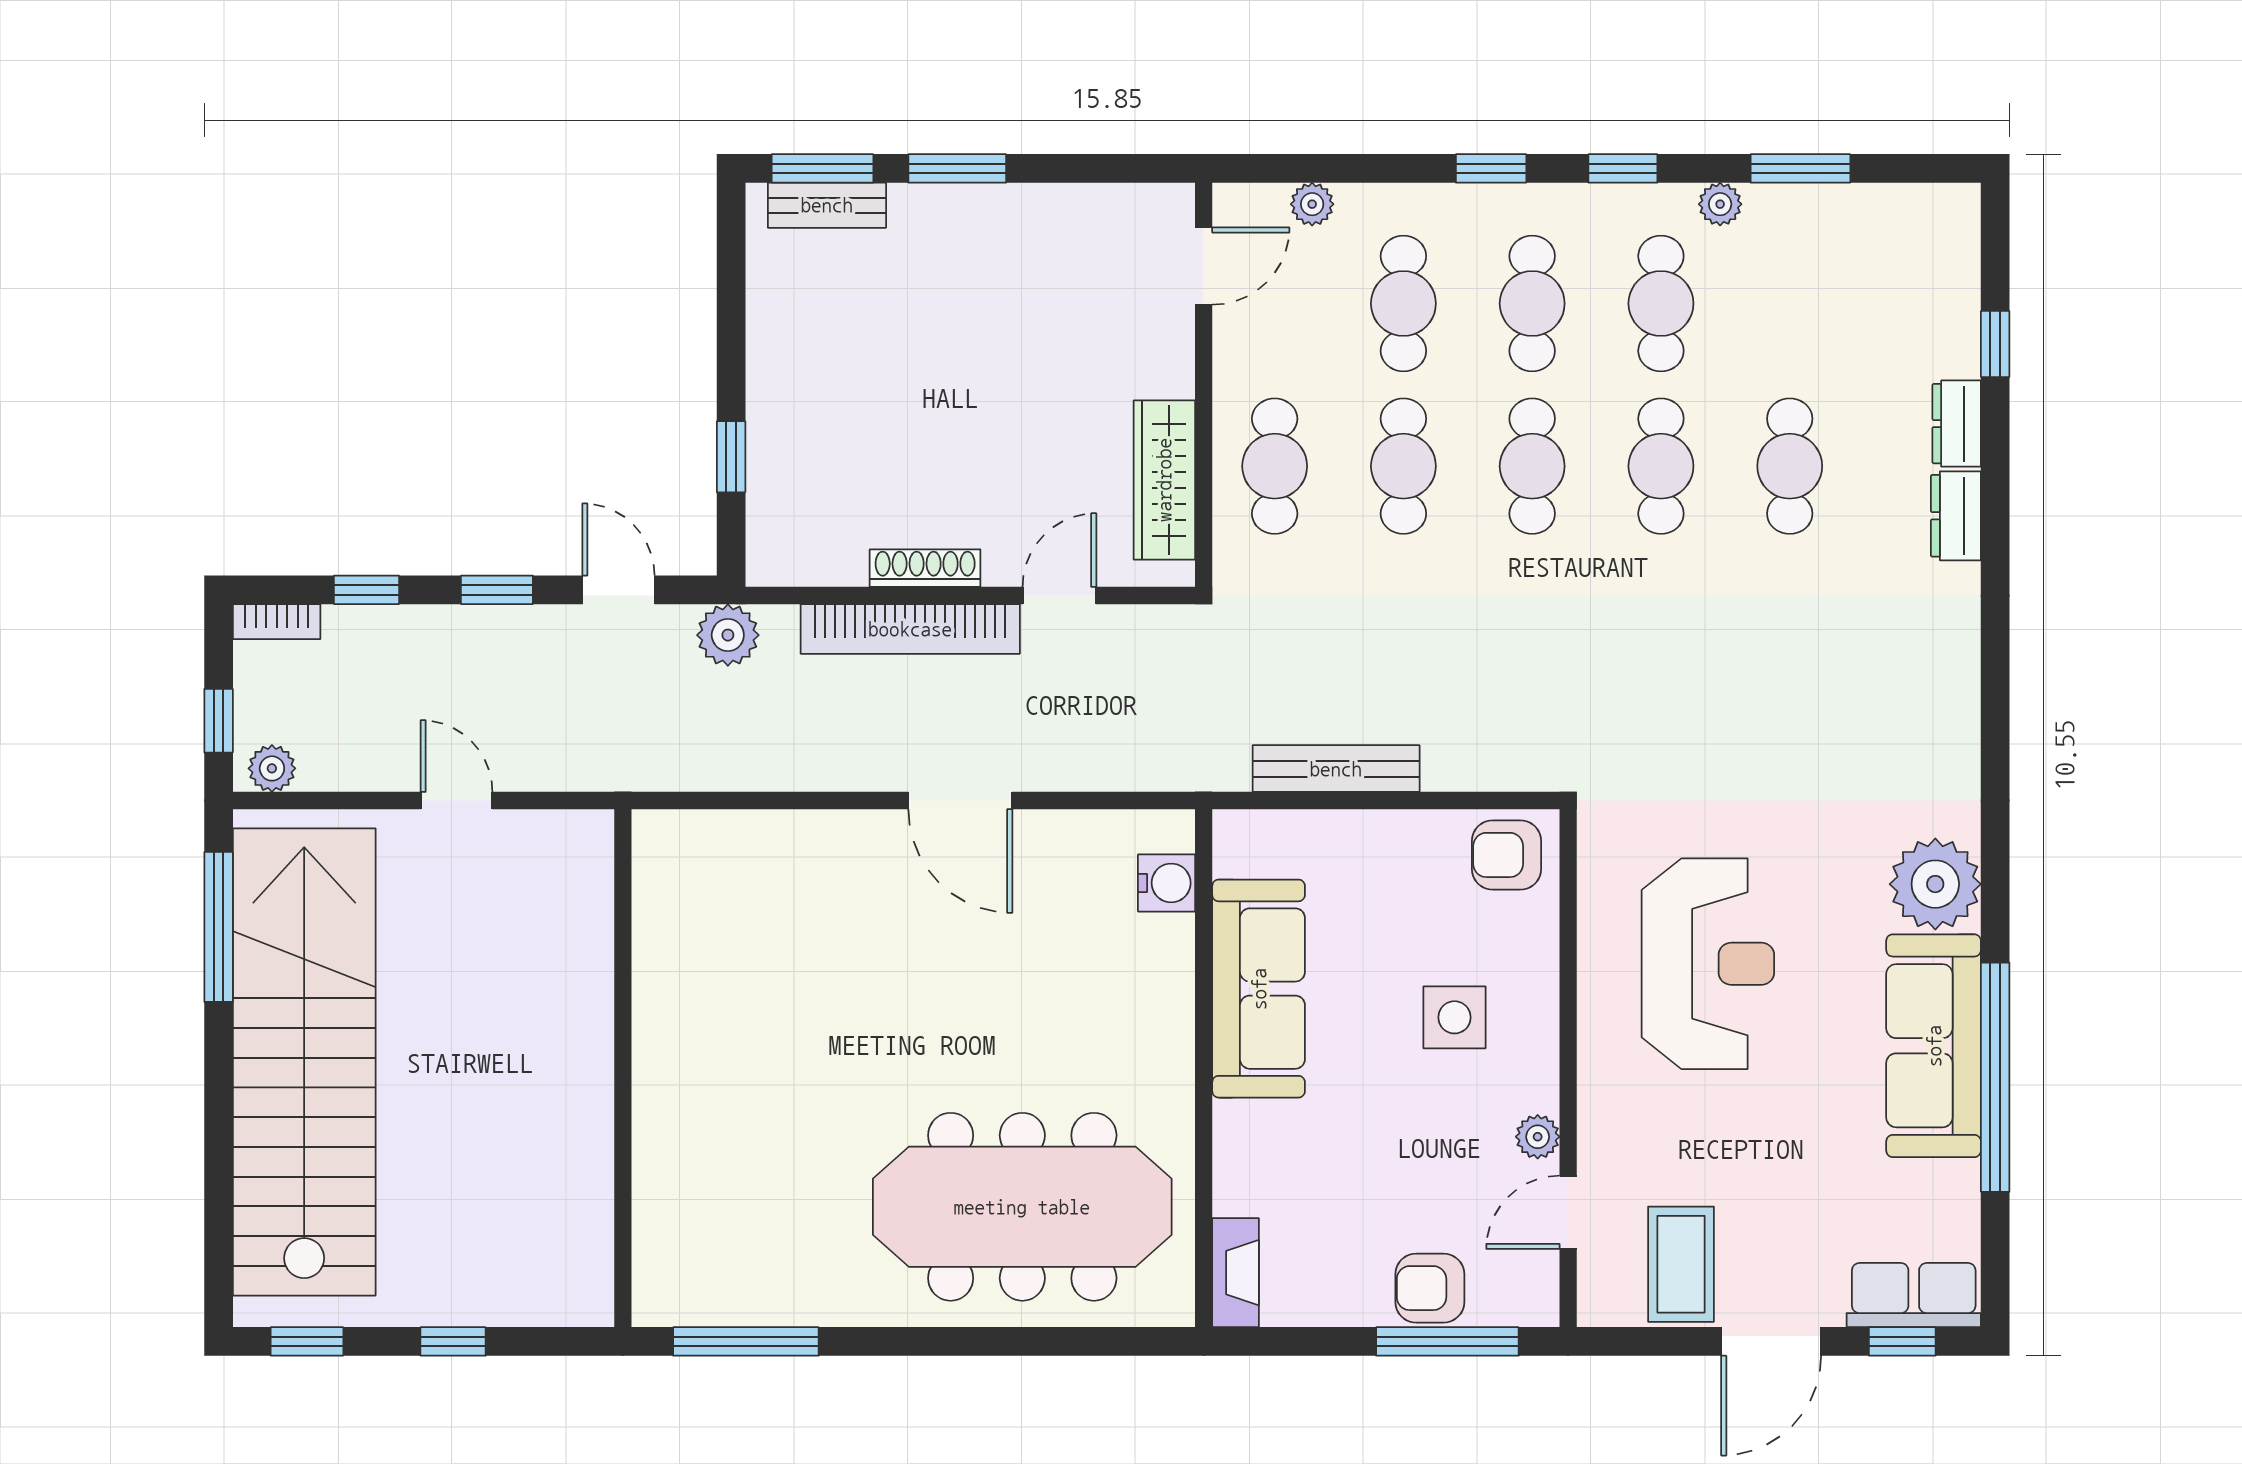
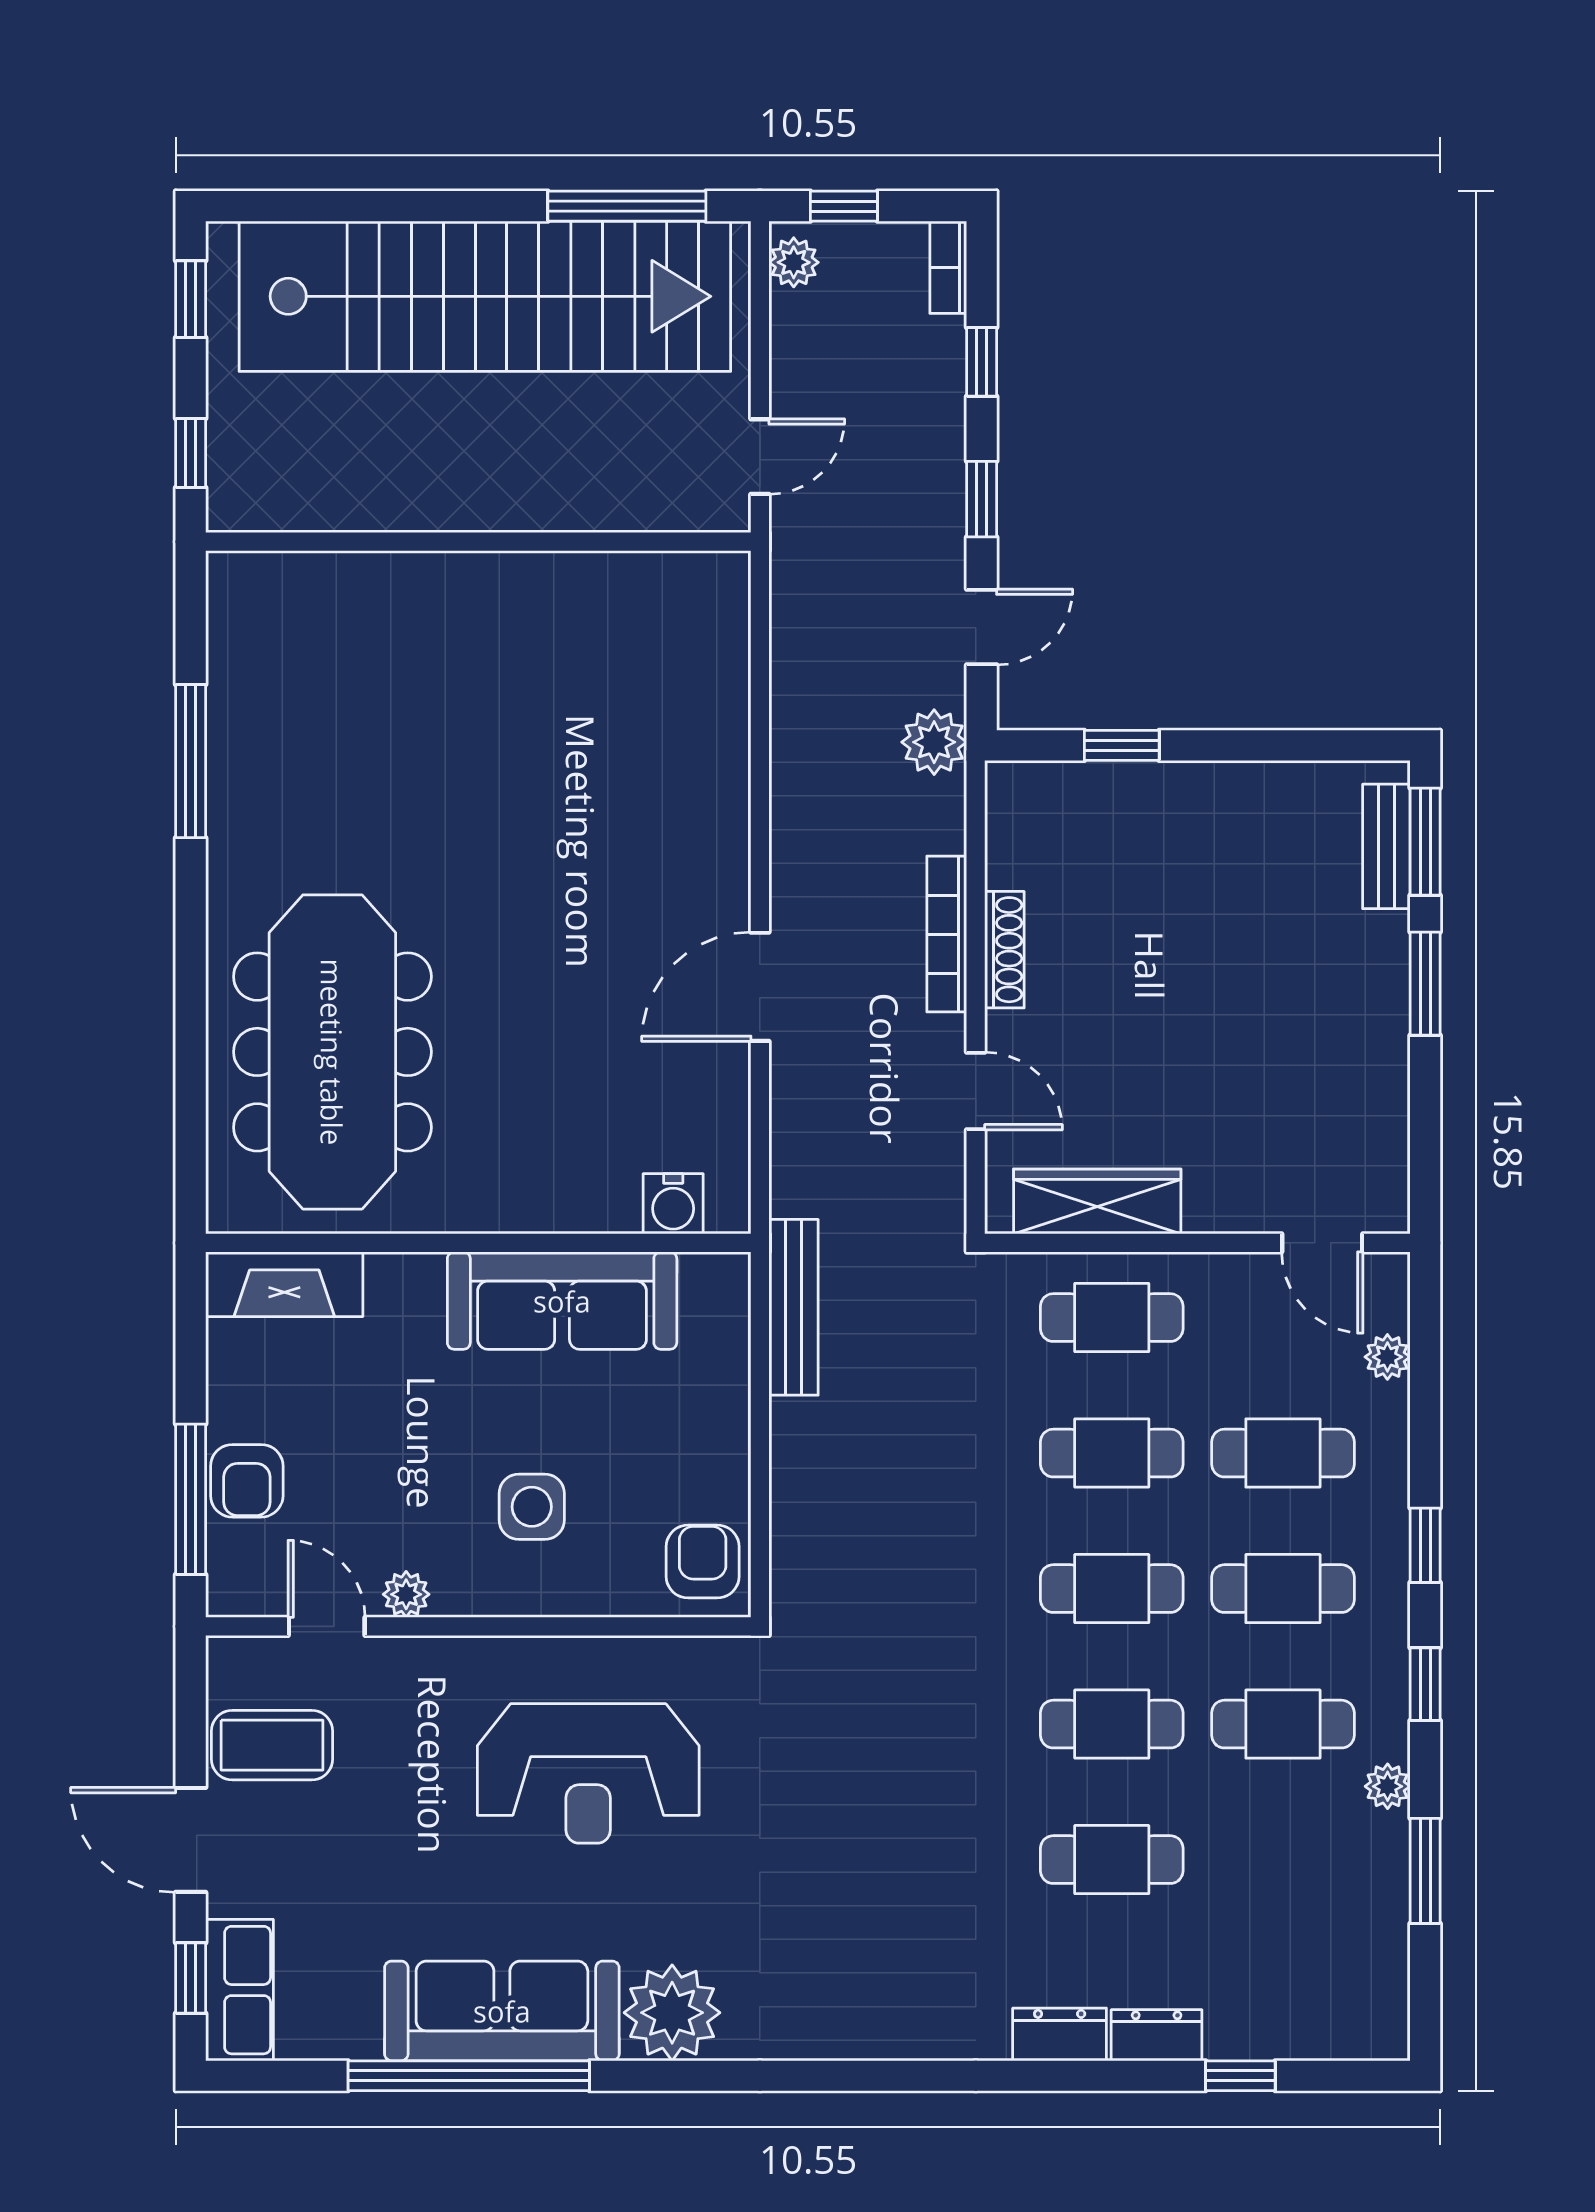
bookcase: (910, 629) -> (947, 934), width x0.68, depth x0.76
bench: (1336, 769) -> (794, 1307), moved
wall: (623, 1068) -> (478, 542), moved
fireplace: (1236, 1273) -> (284, 1284), width x1.37, depth x1.32
armchair: (1430, 1288) -> (247, 1481), turned 180

